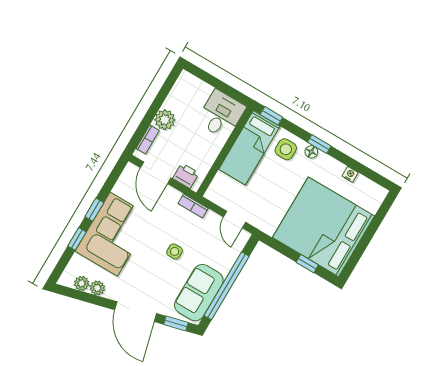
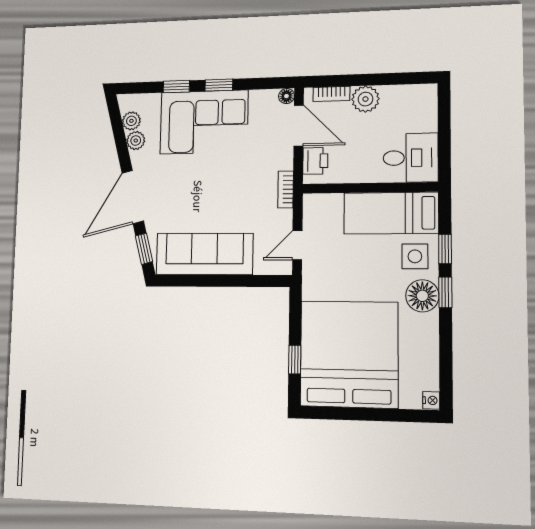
window: (271, 116) -> (445, 249), moved
floor lamp: (311, 152) -> (422, 296), width x1.89, depth x1.89
floor lamp: (131, 169) -> (286, 96), added
door: (156, 173) -> (299, 126), swing flipped
nightstand: (350, 174) -> (431, 400), moved
side table: (175, 251) -> (222, 200), removed
window: (227, 286) -> (217, 281), removed
sofa: (199, 293) -> (204, 254), width x1.36

